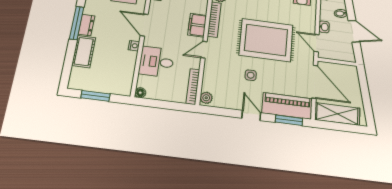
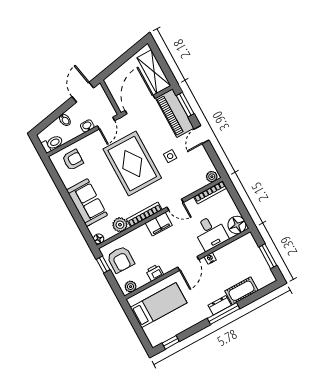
door: (354, 31) -> (83, 92), moved
floor lamp: (140, 93) -> (237, 225), width x1.89, depth x1.89

